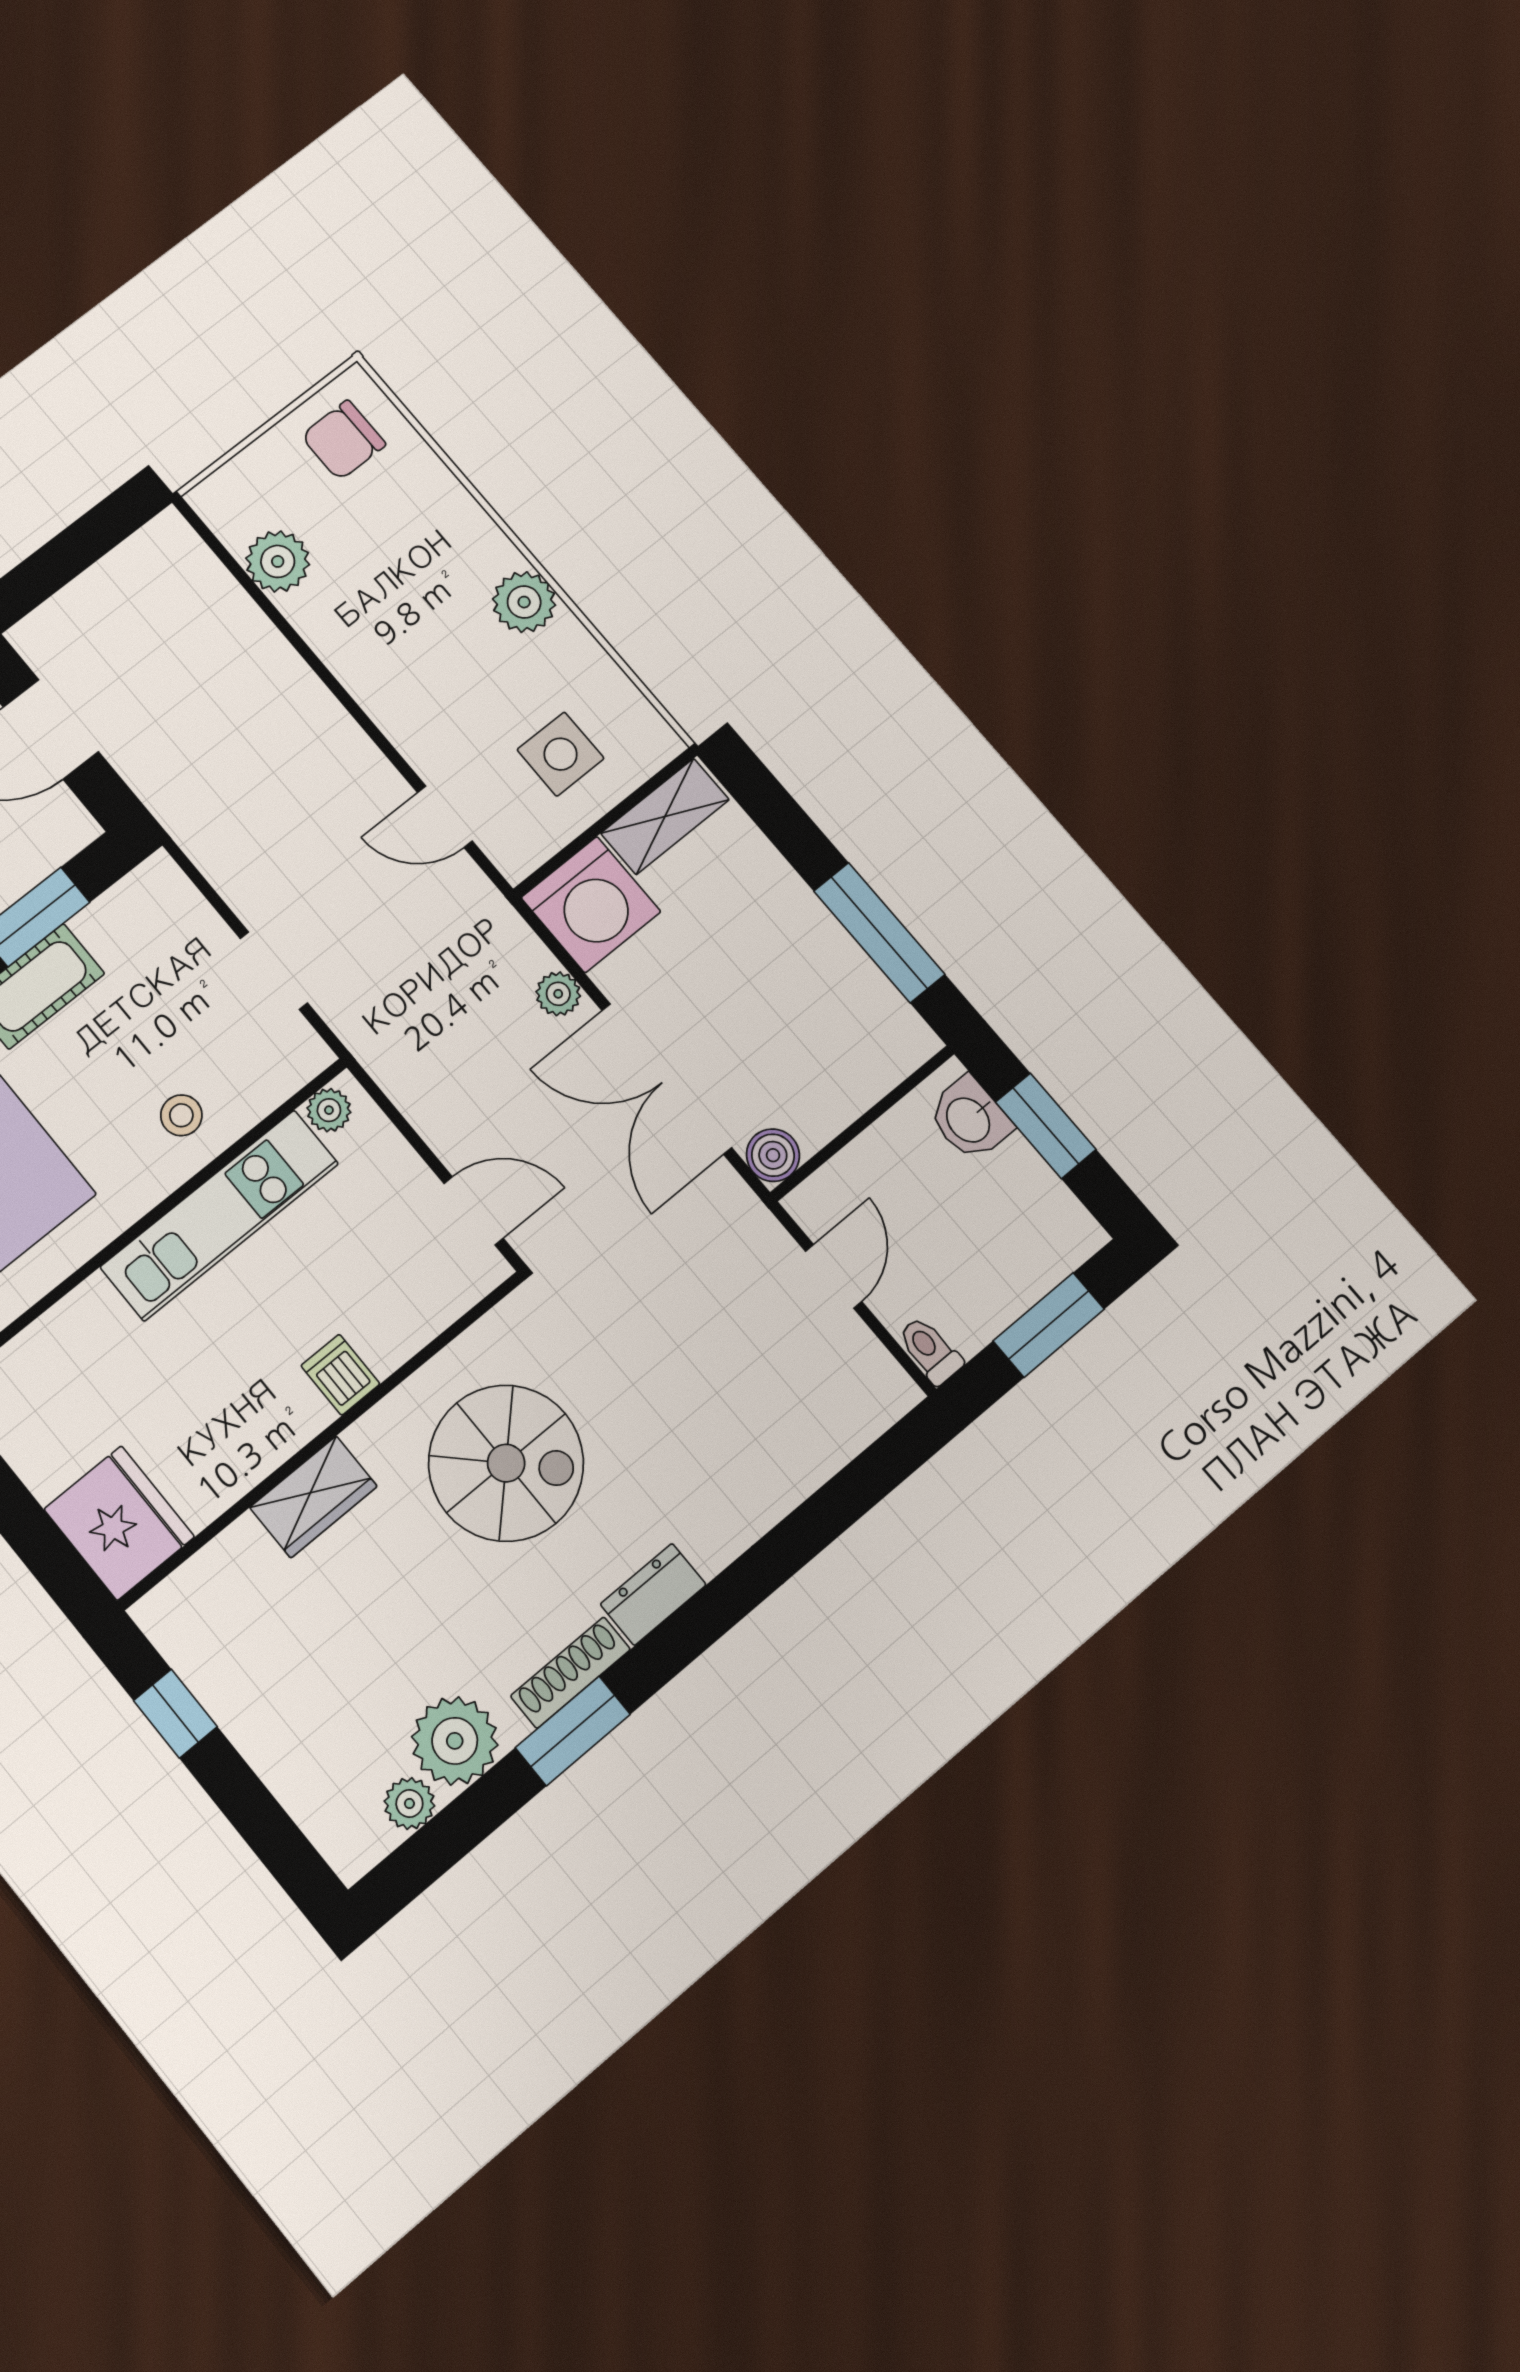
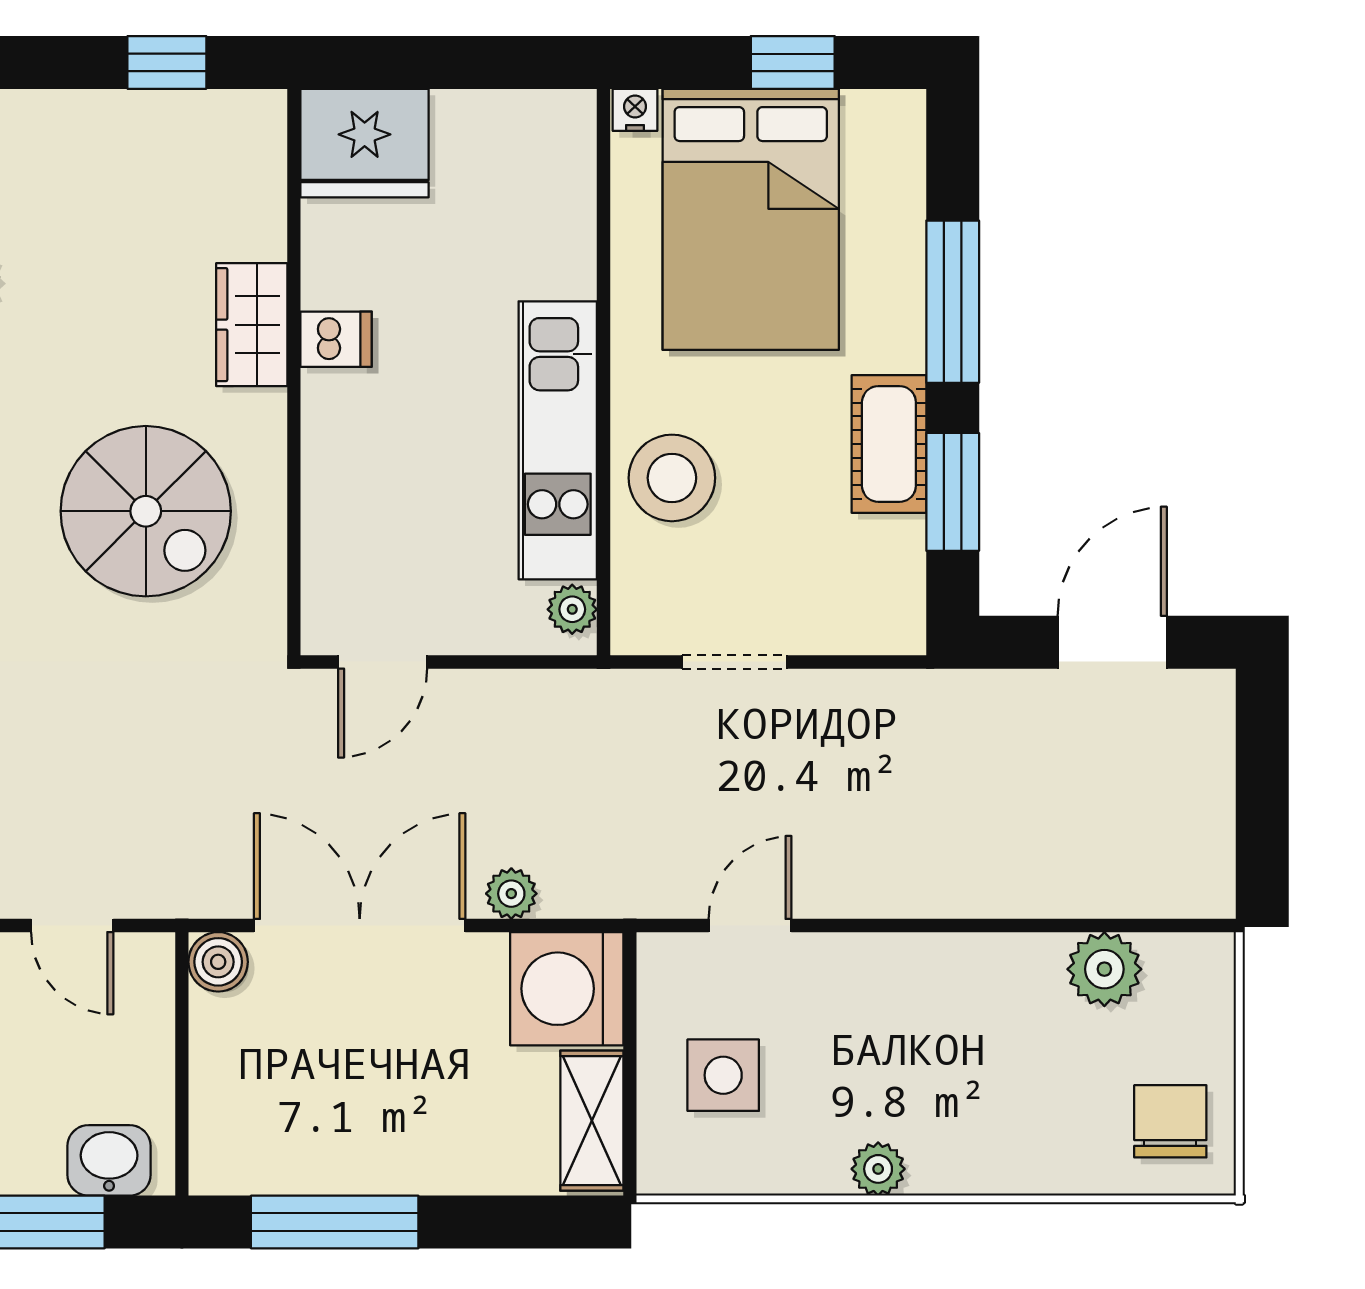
plant: (524, 602) -> (878, 1169), width x0.73, depth x0.73
stool: (181, 1115) -> (672, 478), width x1.89, depth x1.89
dishwasher: (340, 1375) -> (336, 339), moved
spiral stairs: (506, 1463) -> (146, 511), turned -90

